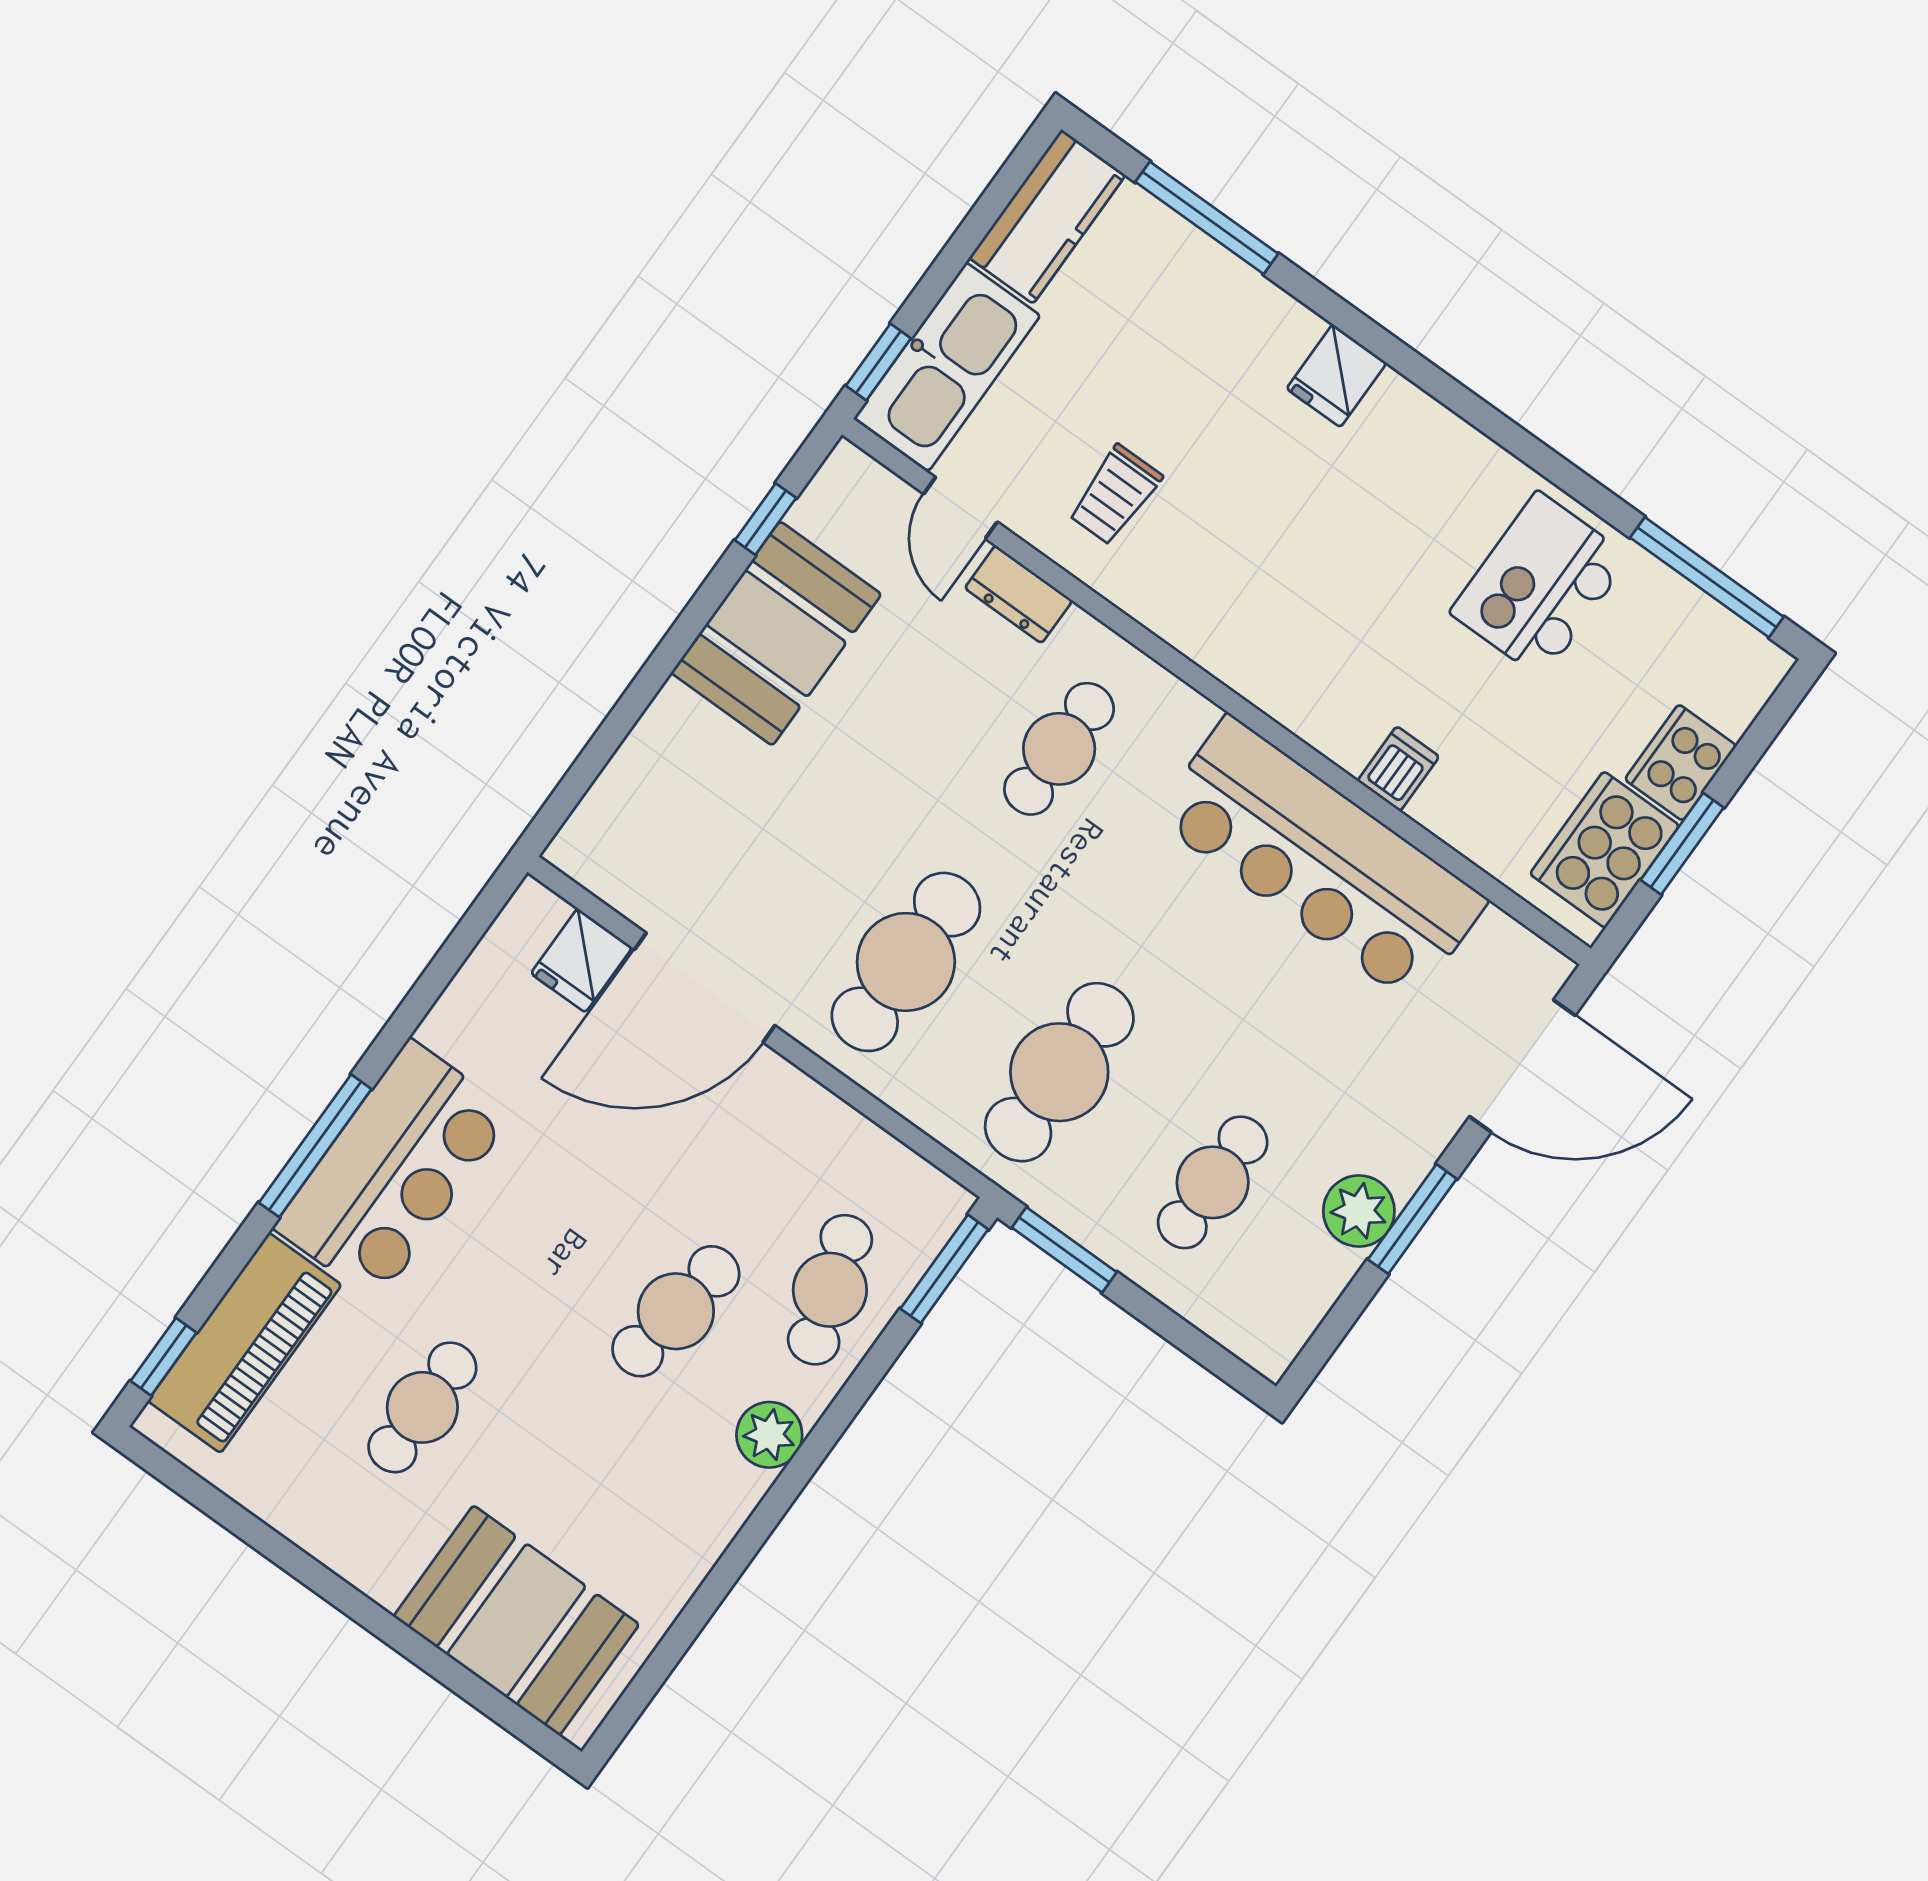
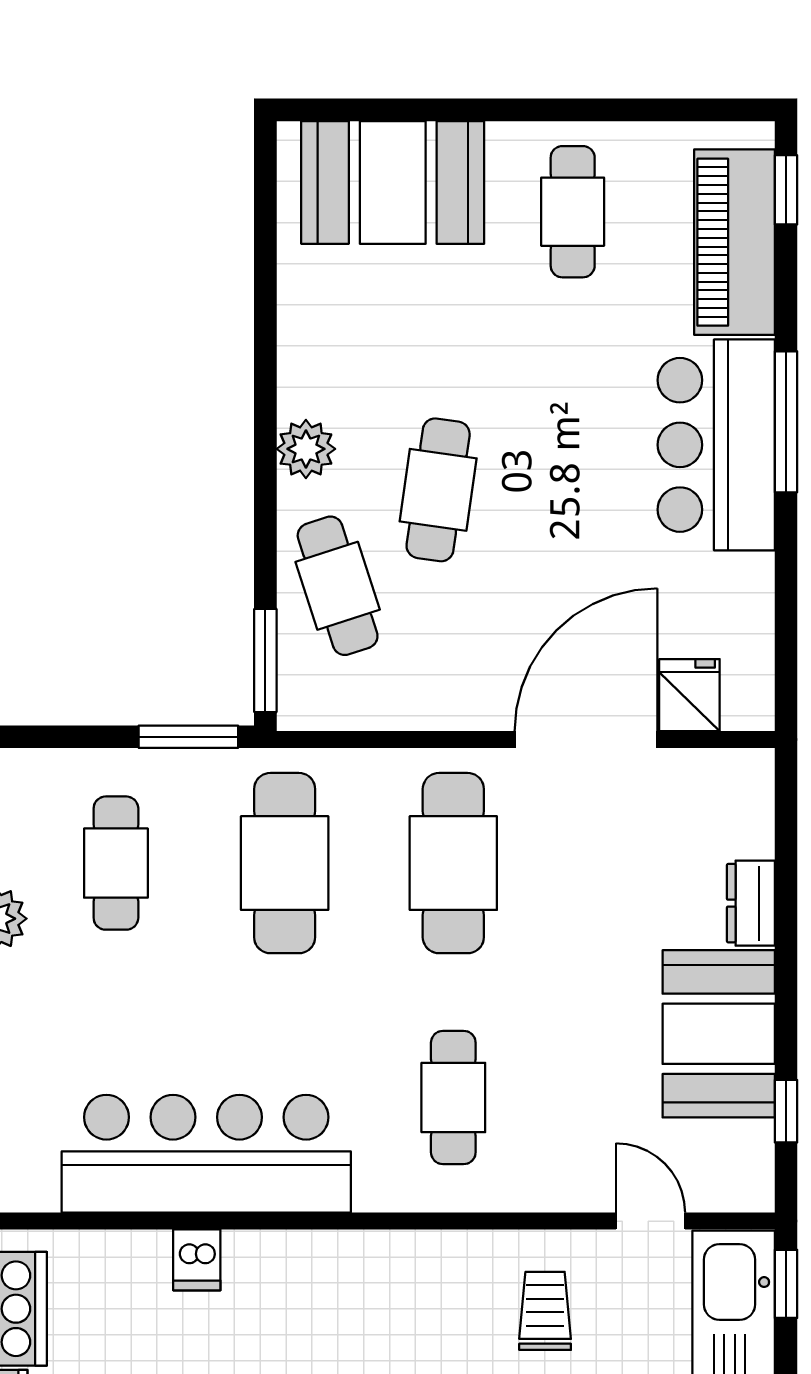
dresser: (1019, 594) -> (751, 903), moved, turned -90
cafe table: (422, 1407) -> (573, 212), moved

